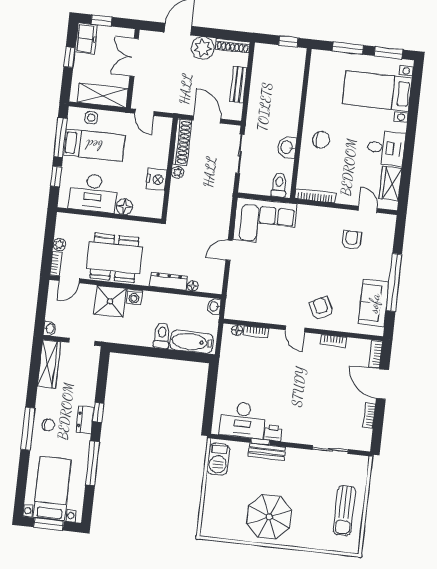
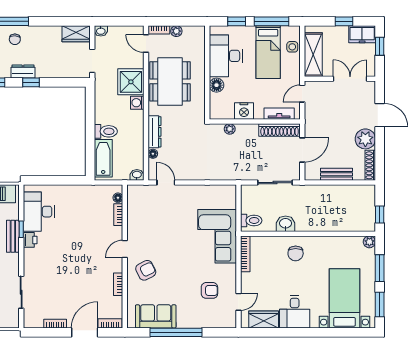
plant: (317, 56) -> (369, 242), added
tv unit: (164, 141) -> (279, 114), added
plant: (178, 172) -> (230, 129), moved
corner sofa: (265, 222) -> (217, 236), moved
door: (229, 250) -> (166, 183), moved
wardrobe: (49, 364) -> (76, 34), width x0.67

